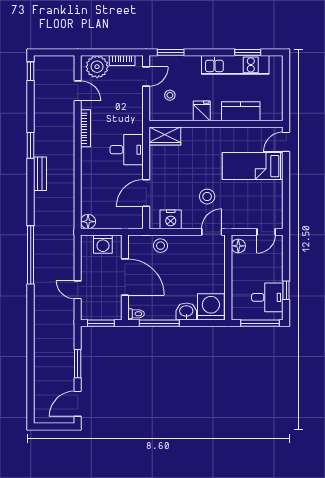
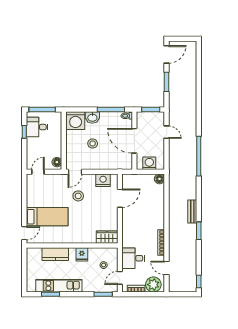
desk: (127, 150) -> (133, 258), moved
stool: (160, 246) -> (93, 143), moved

